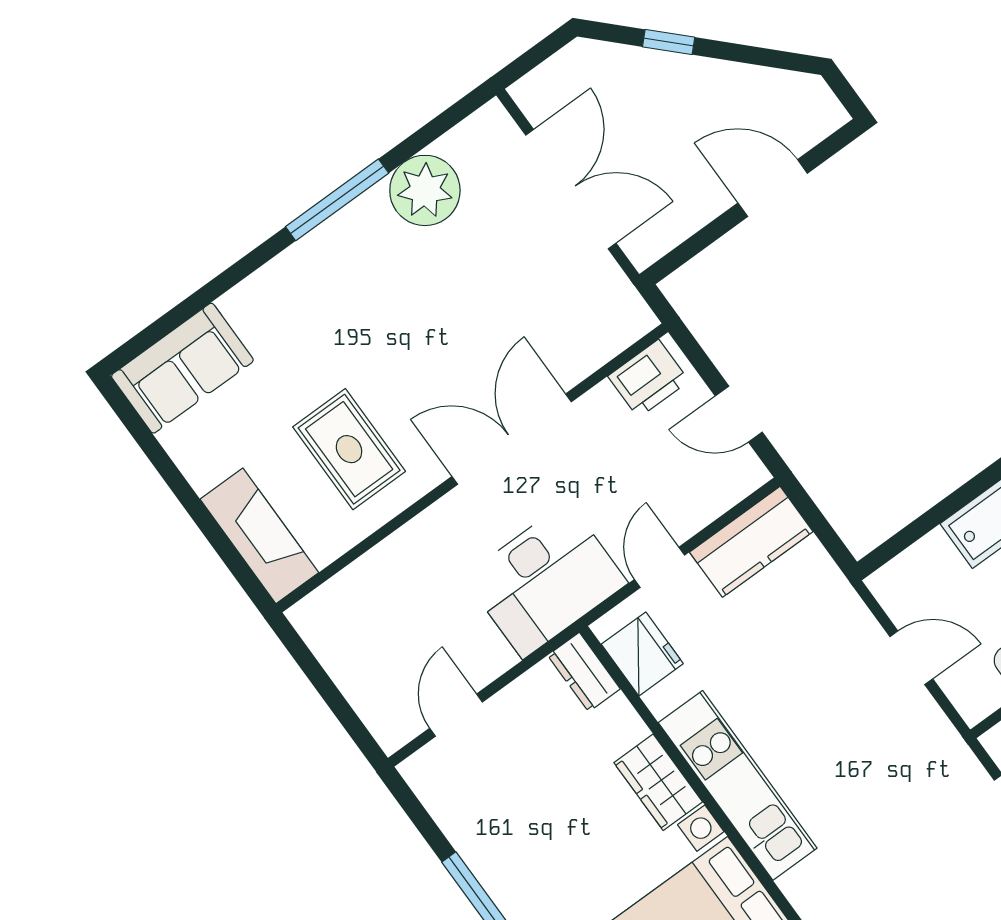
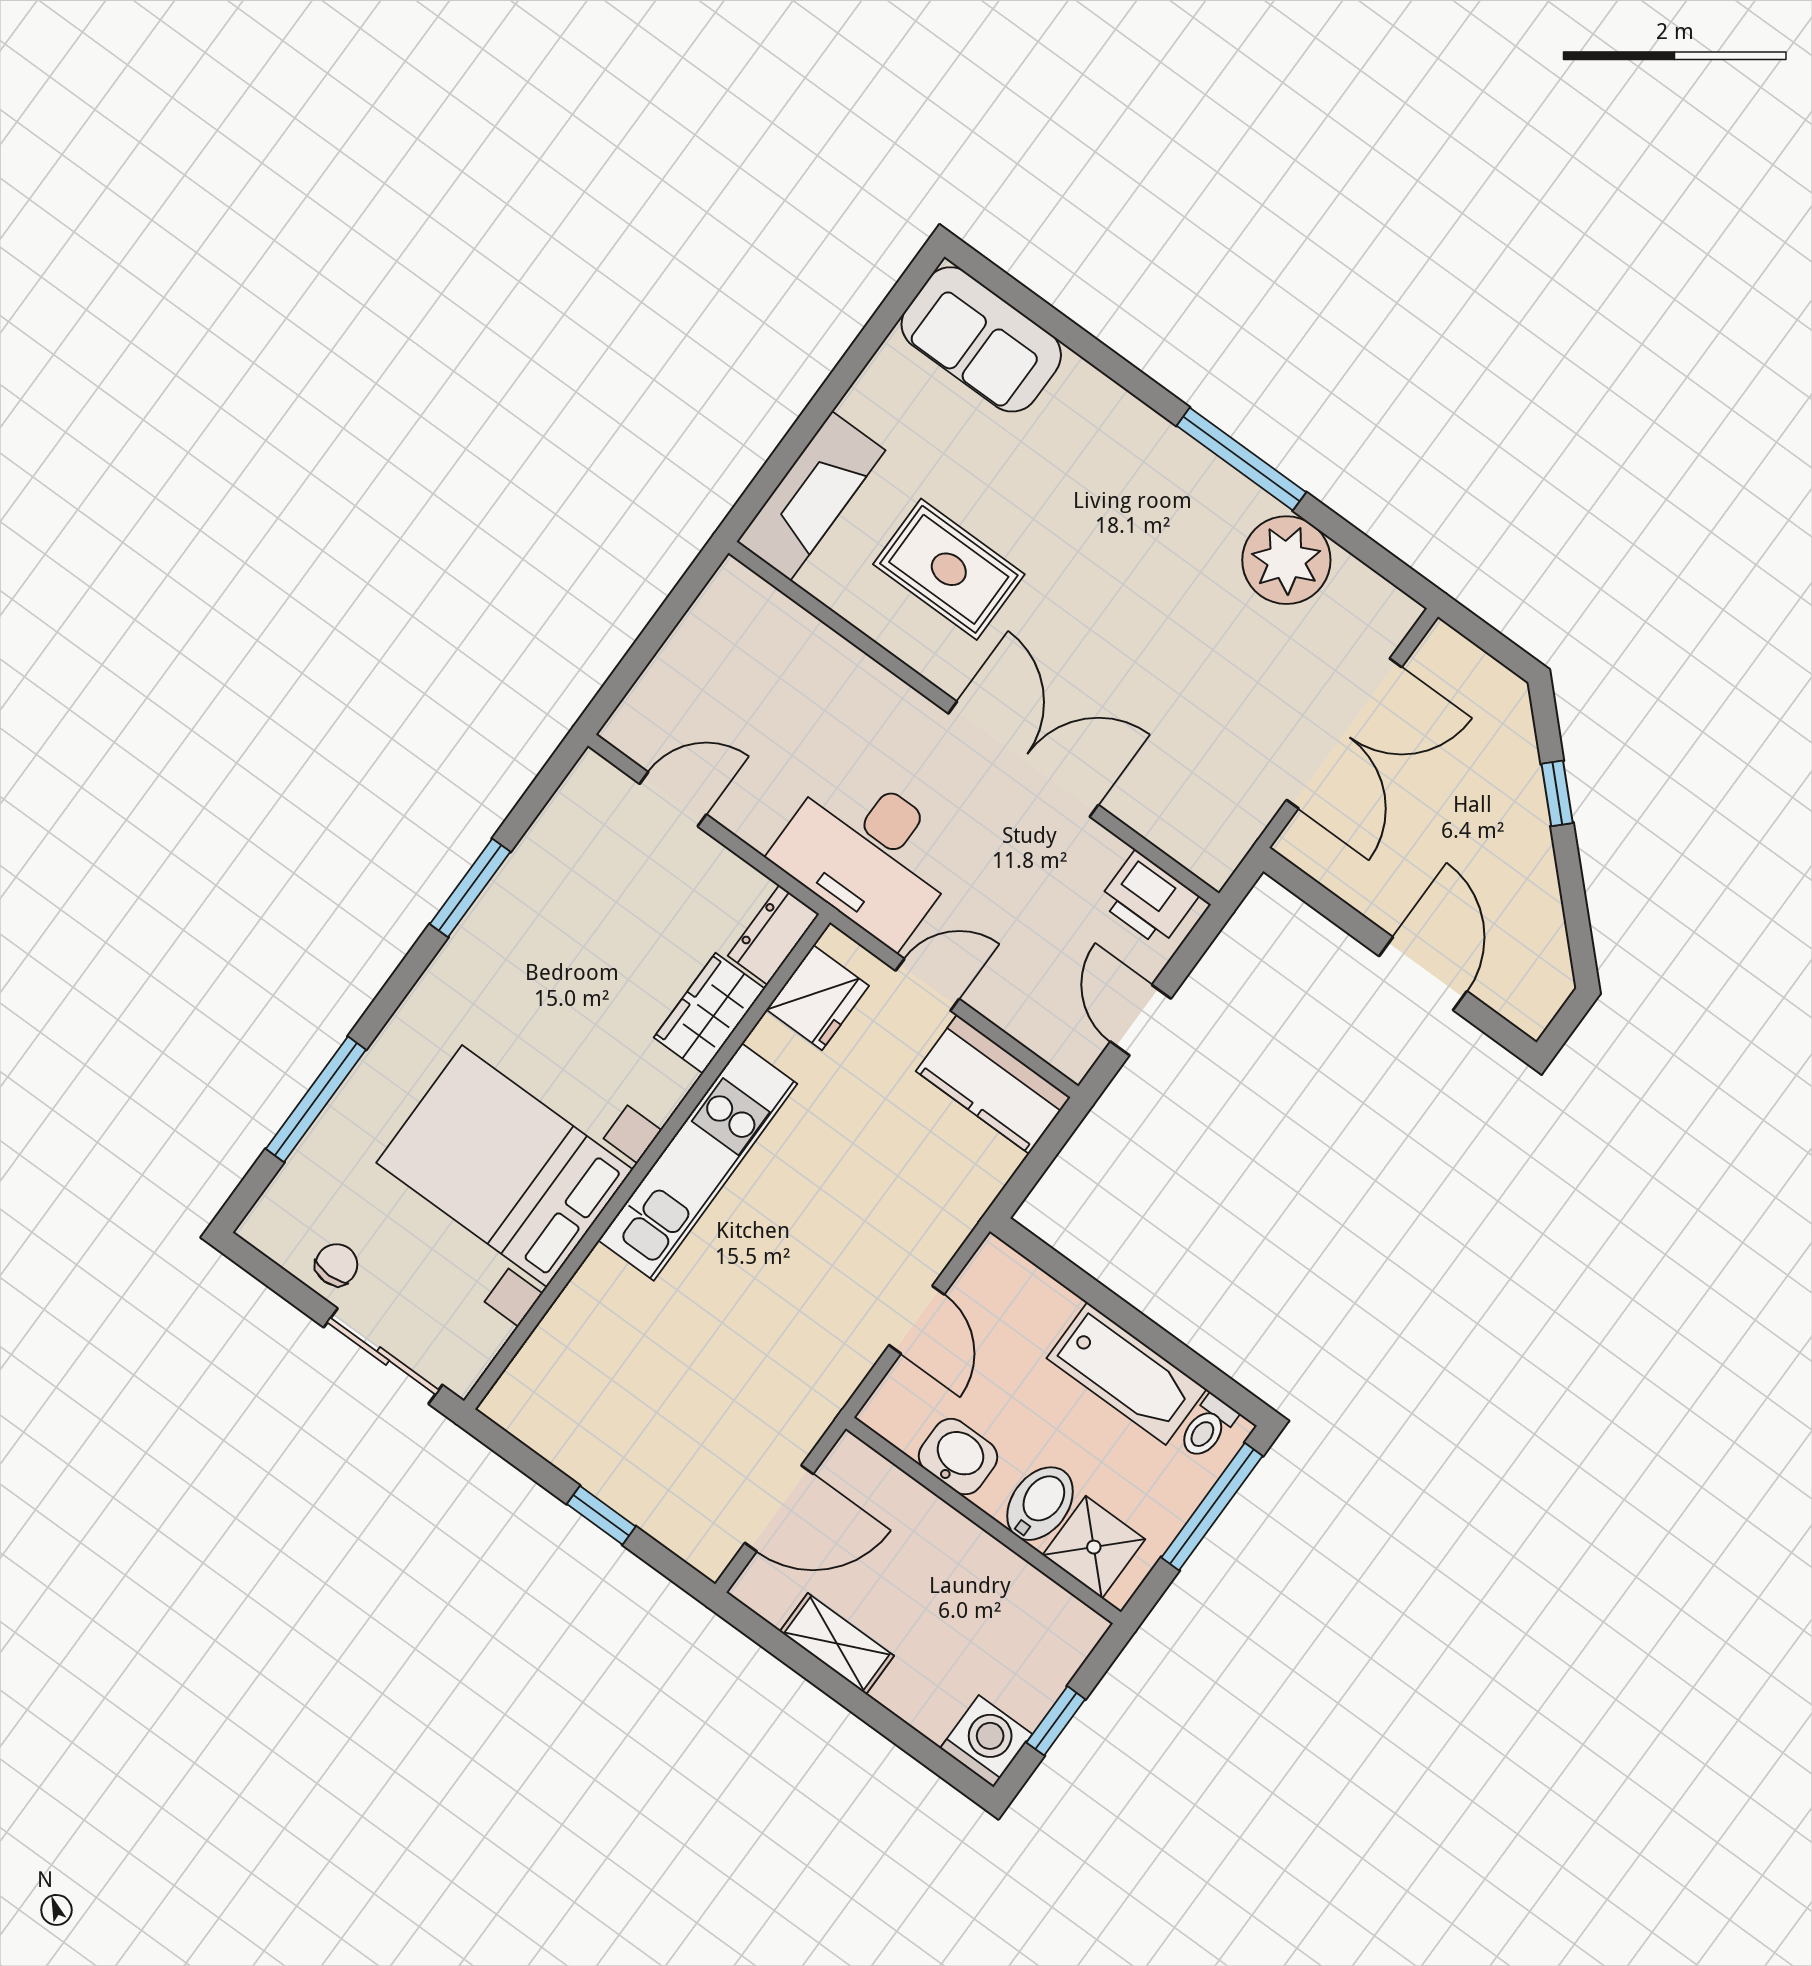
rug: (349, 449) -> (949, 569), turned 90
wardrobe: (658, 782) -> (709, 1013), moved

